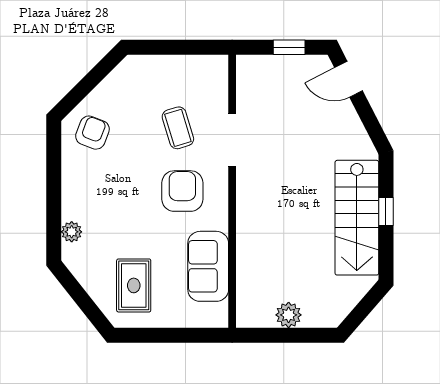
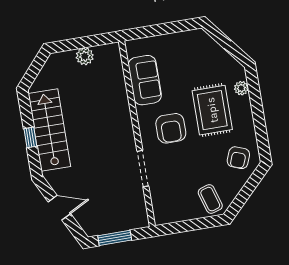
window: (289, 47) -> (115, 238), width x1.50
door: (348, 79) -> (59, 208), moved
coffee table: (178, 128) -> (210, 199), moved
rug: (134, 285) -> (212, 110), moved, width x1.36, depth x1.43

